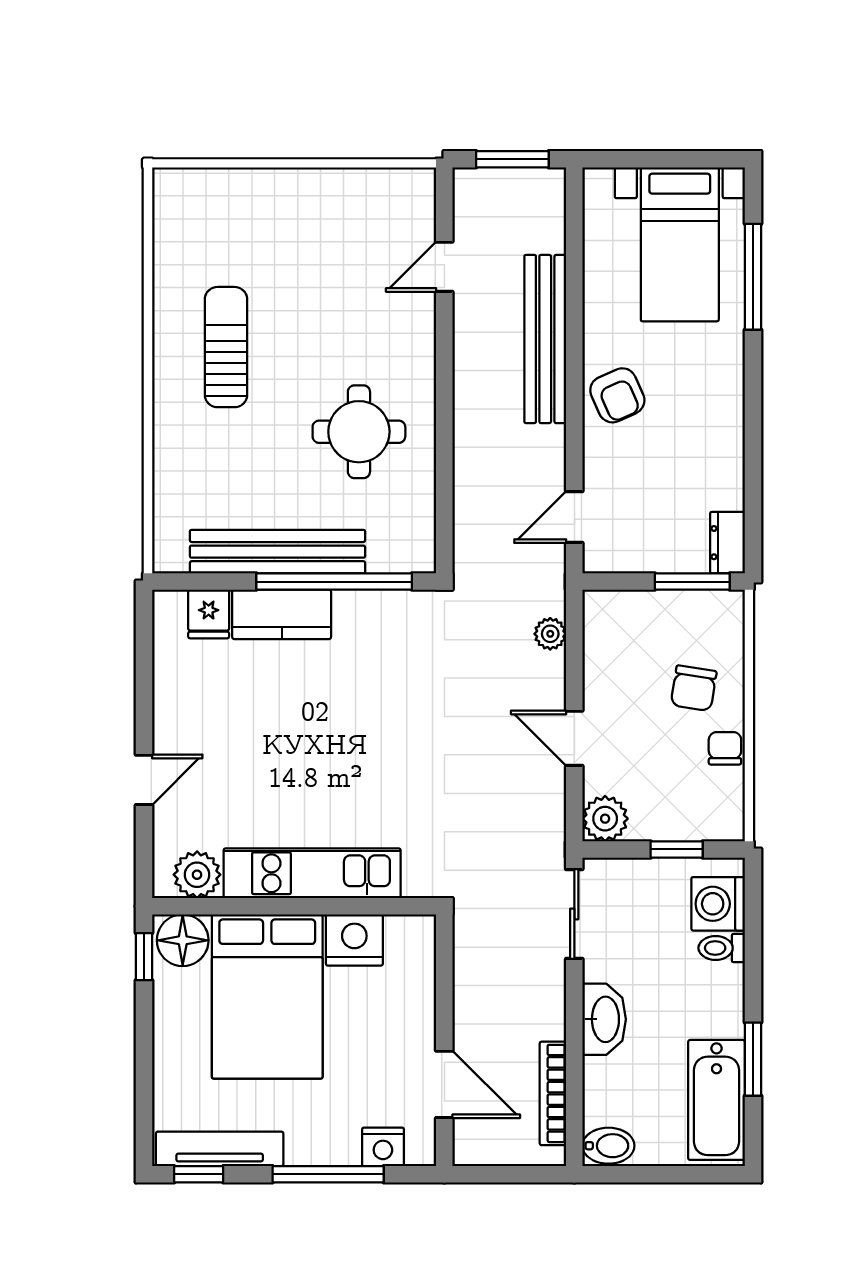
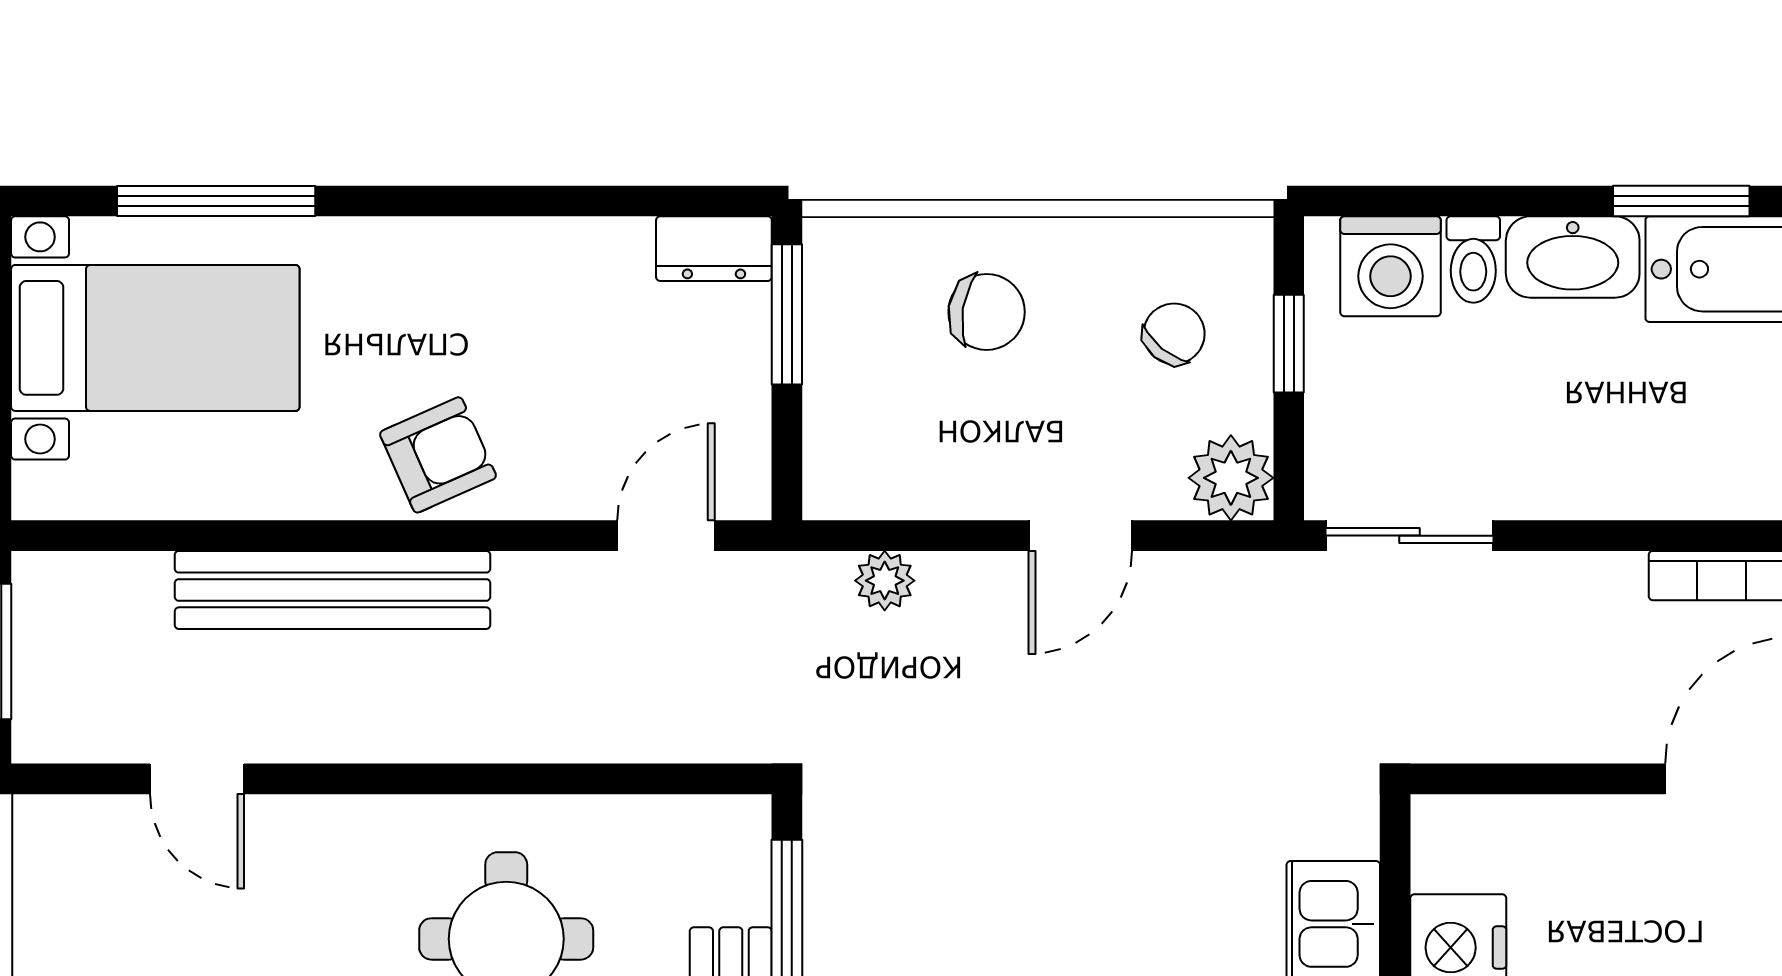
door: (574, 517) -> (666, 536), swing flipped
chair: (725, 748) -> (1174, 334), moved, turned 129
washbasin: (604, 1019) -> (1573, 257), moved, turned 180

